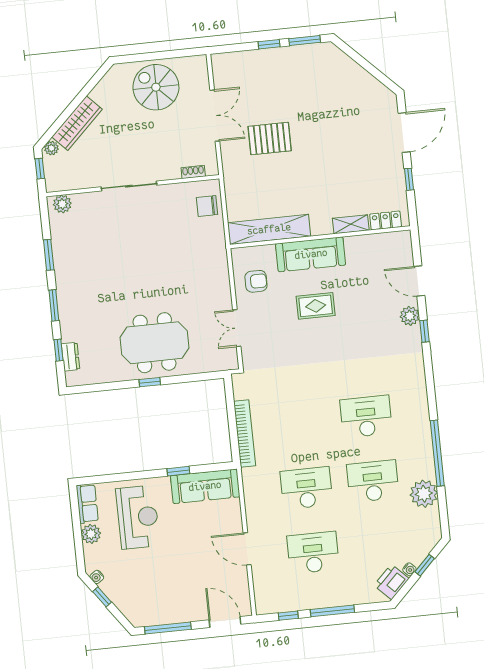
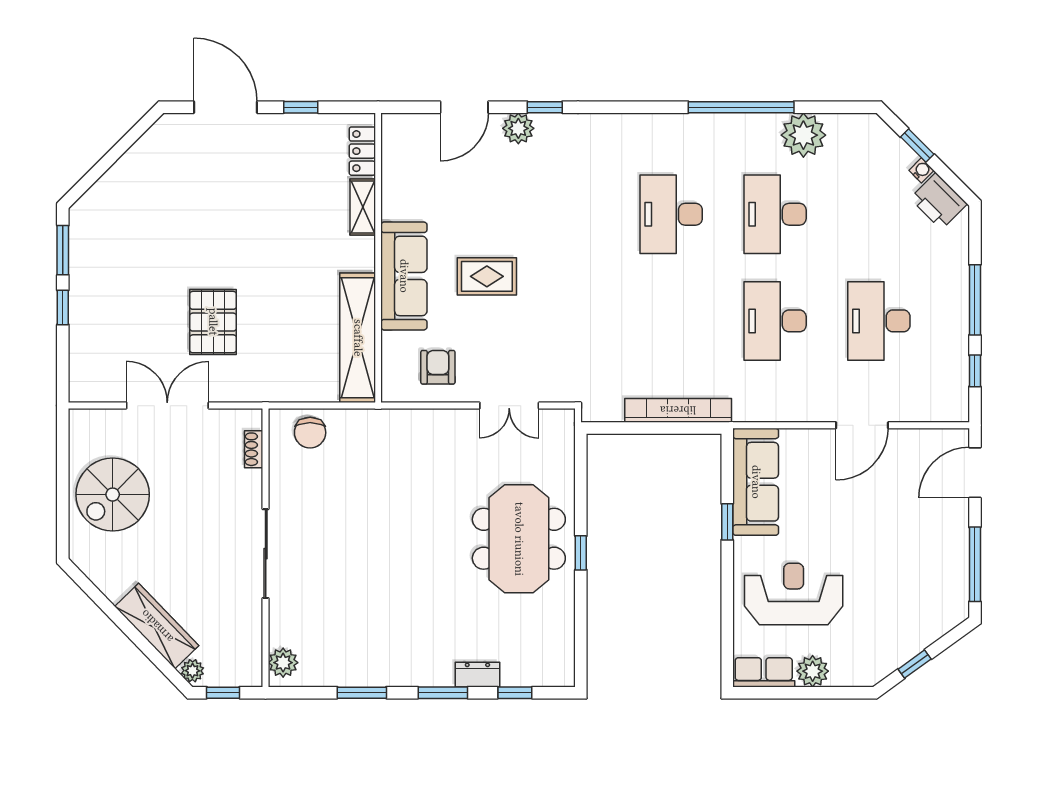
rug: (316, 306) -> (487, 276), turned 90
dresser: (71, 357) -> (477, 675), moved
water cooler: (97, 577) -> (882, 669), removed

